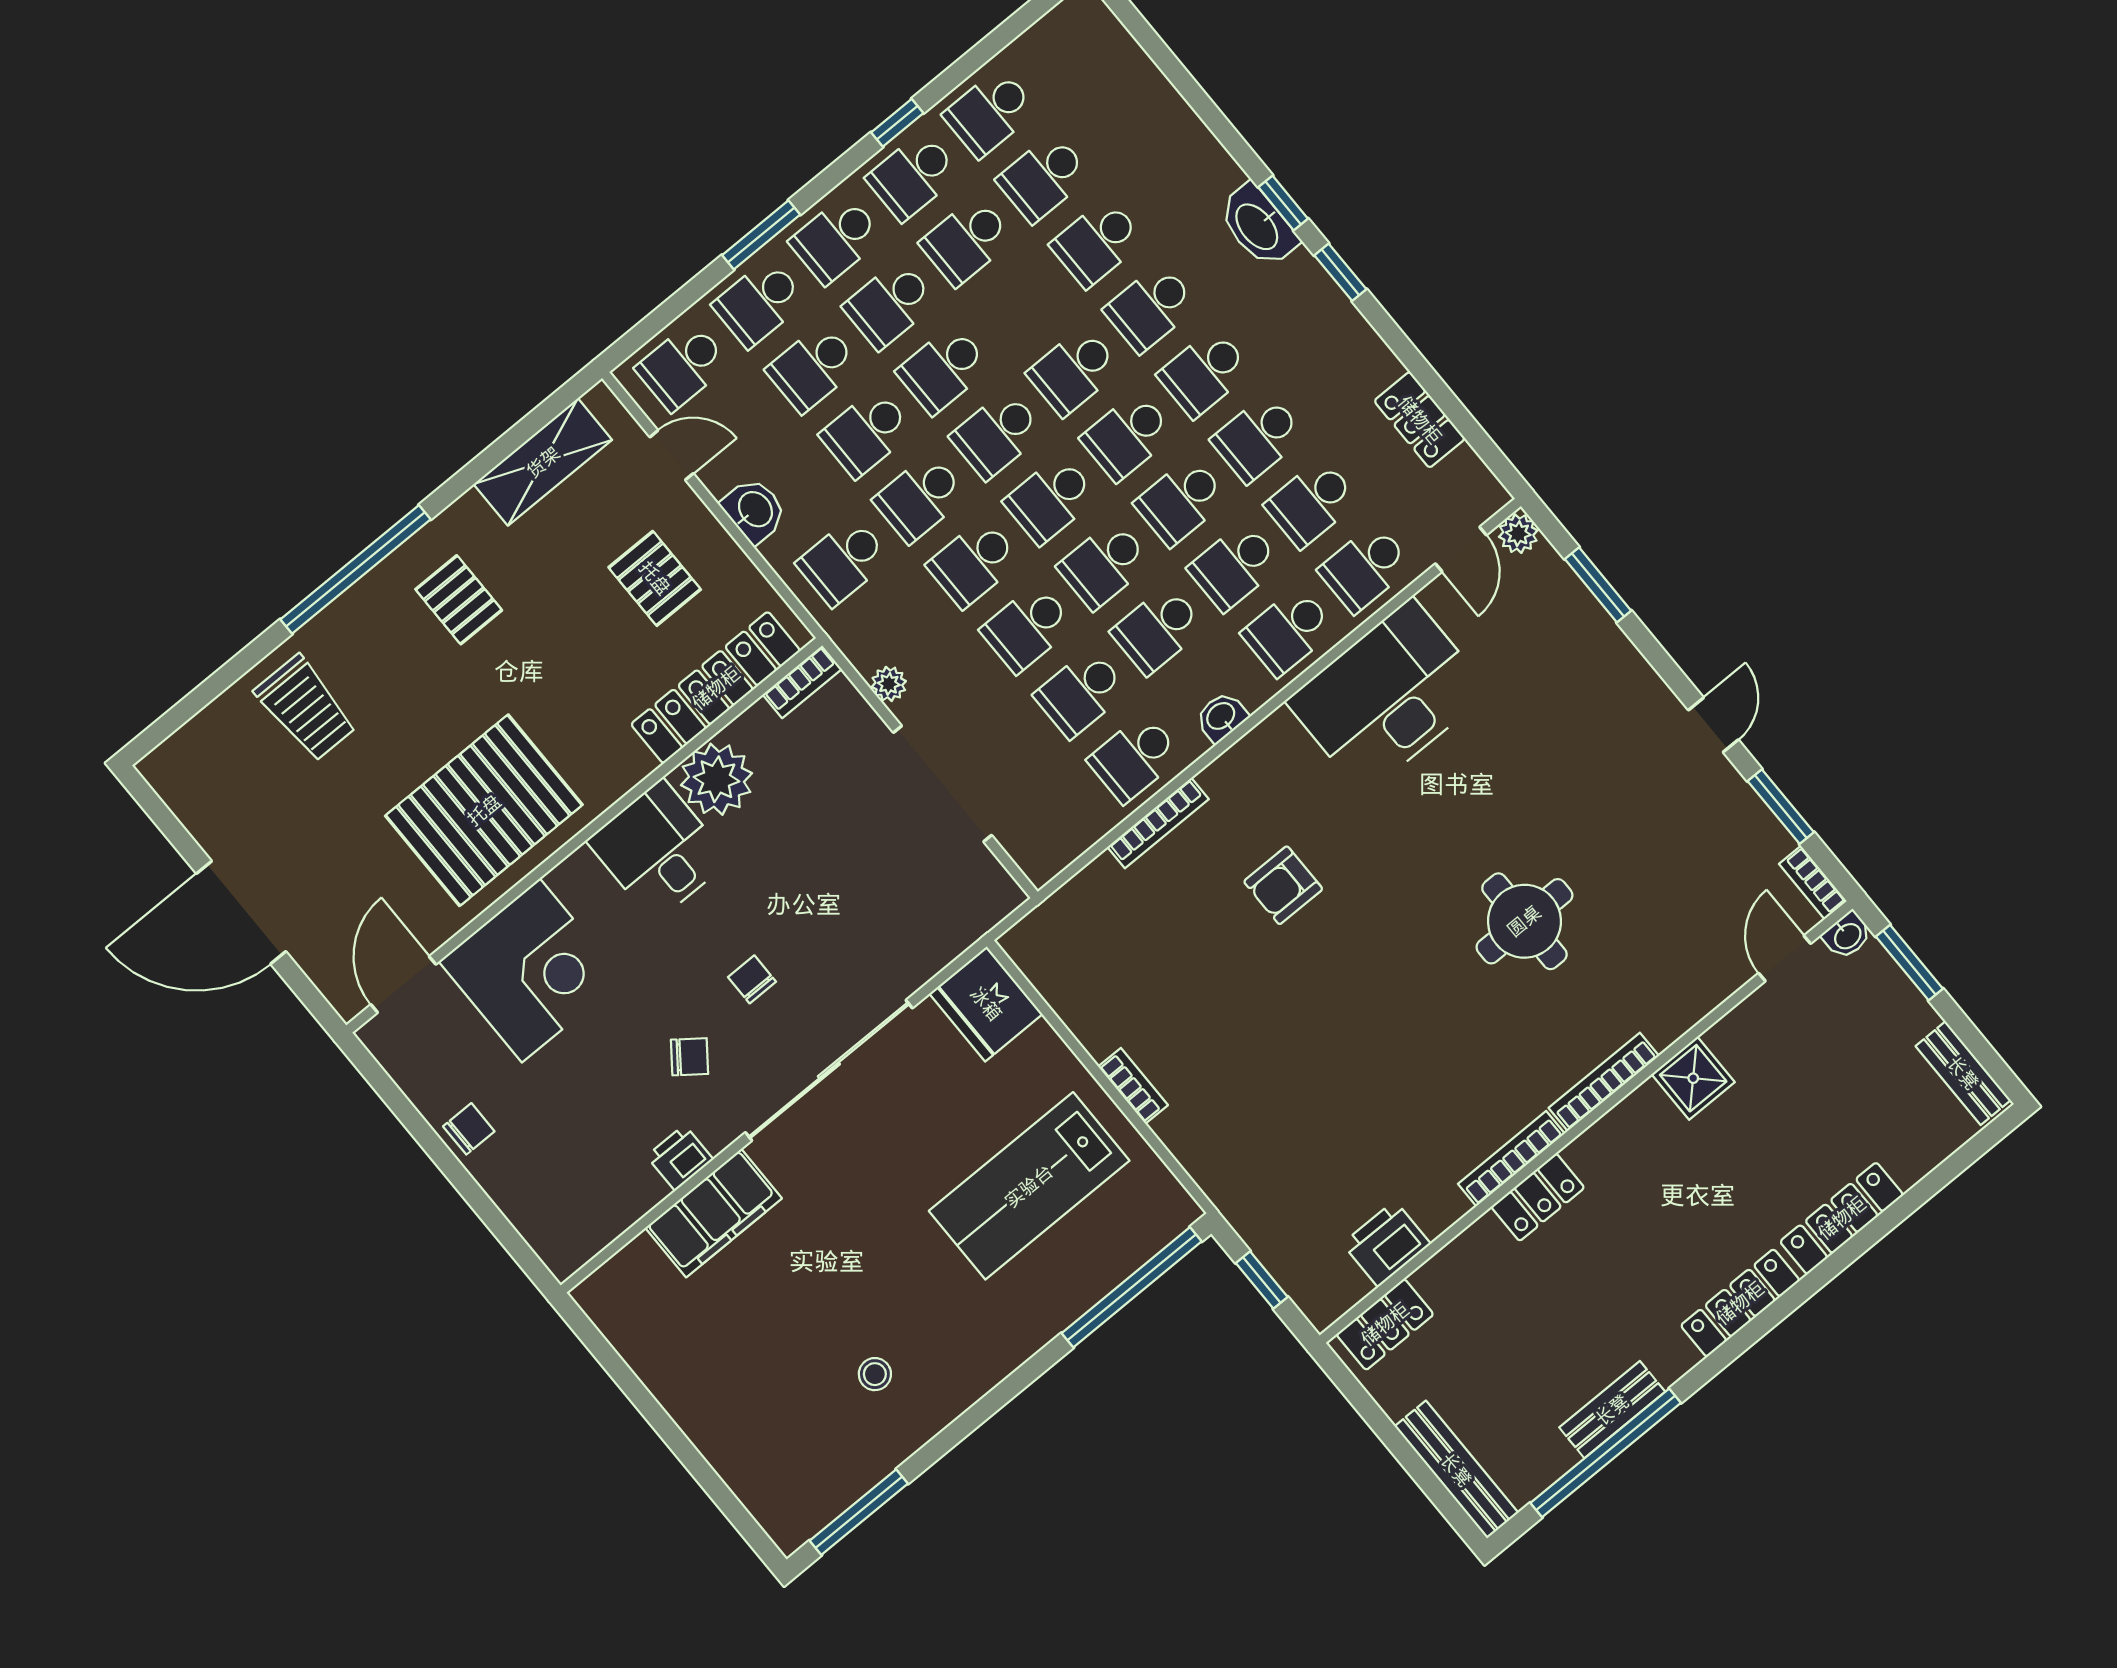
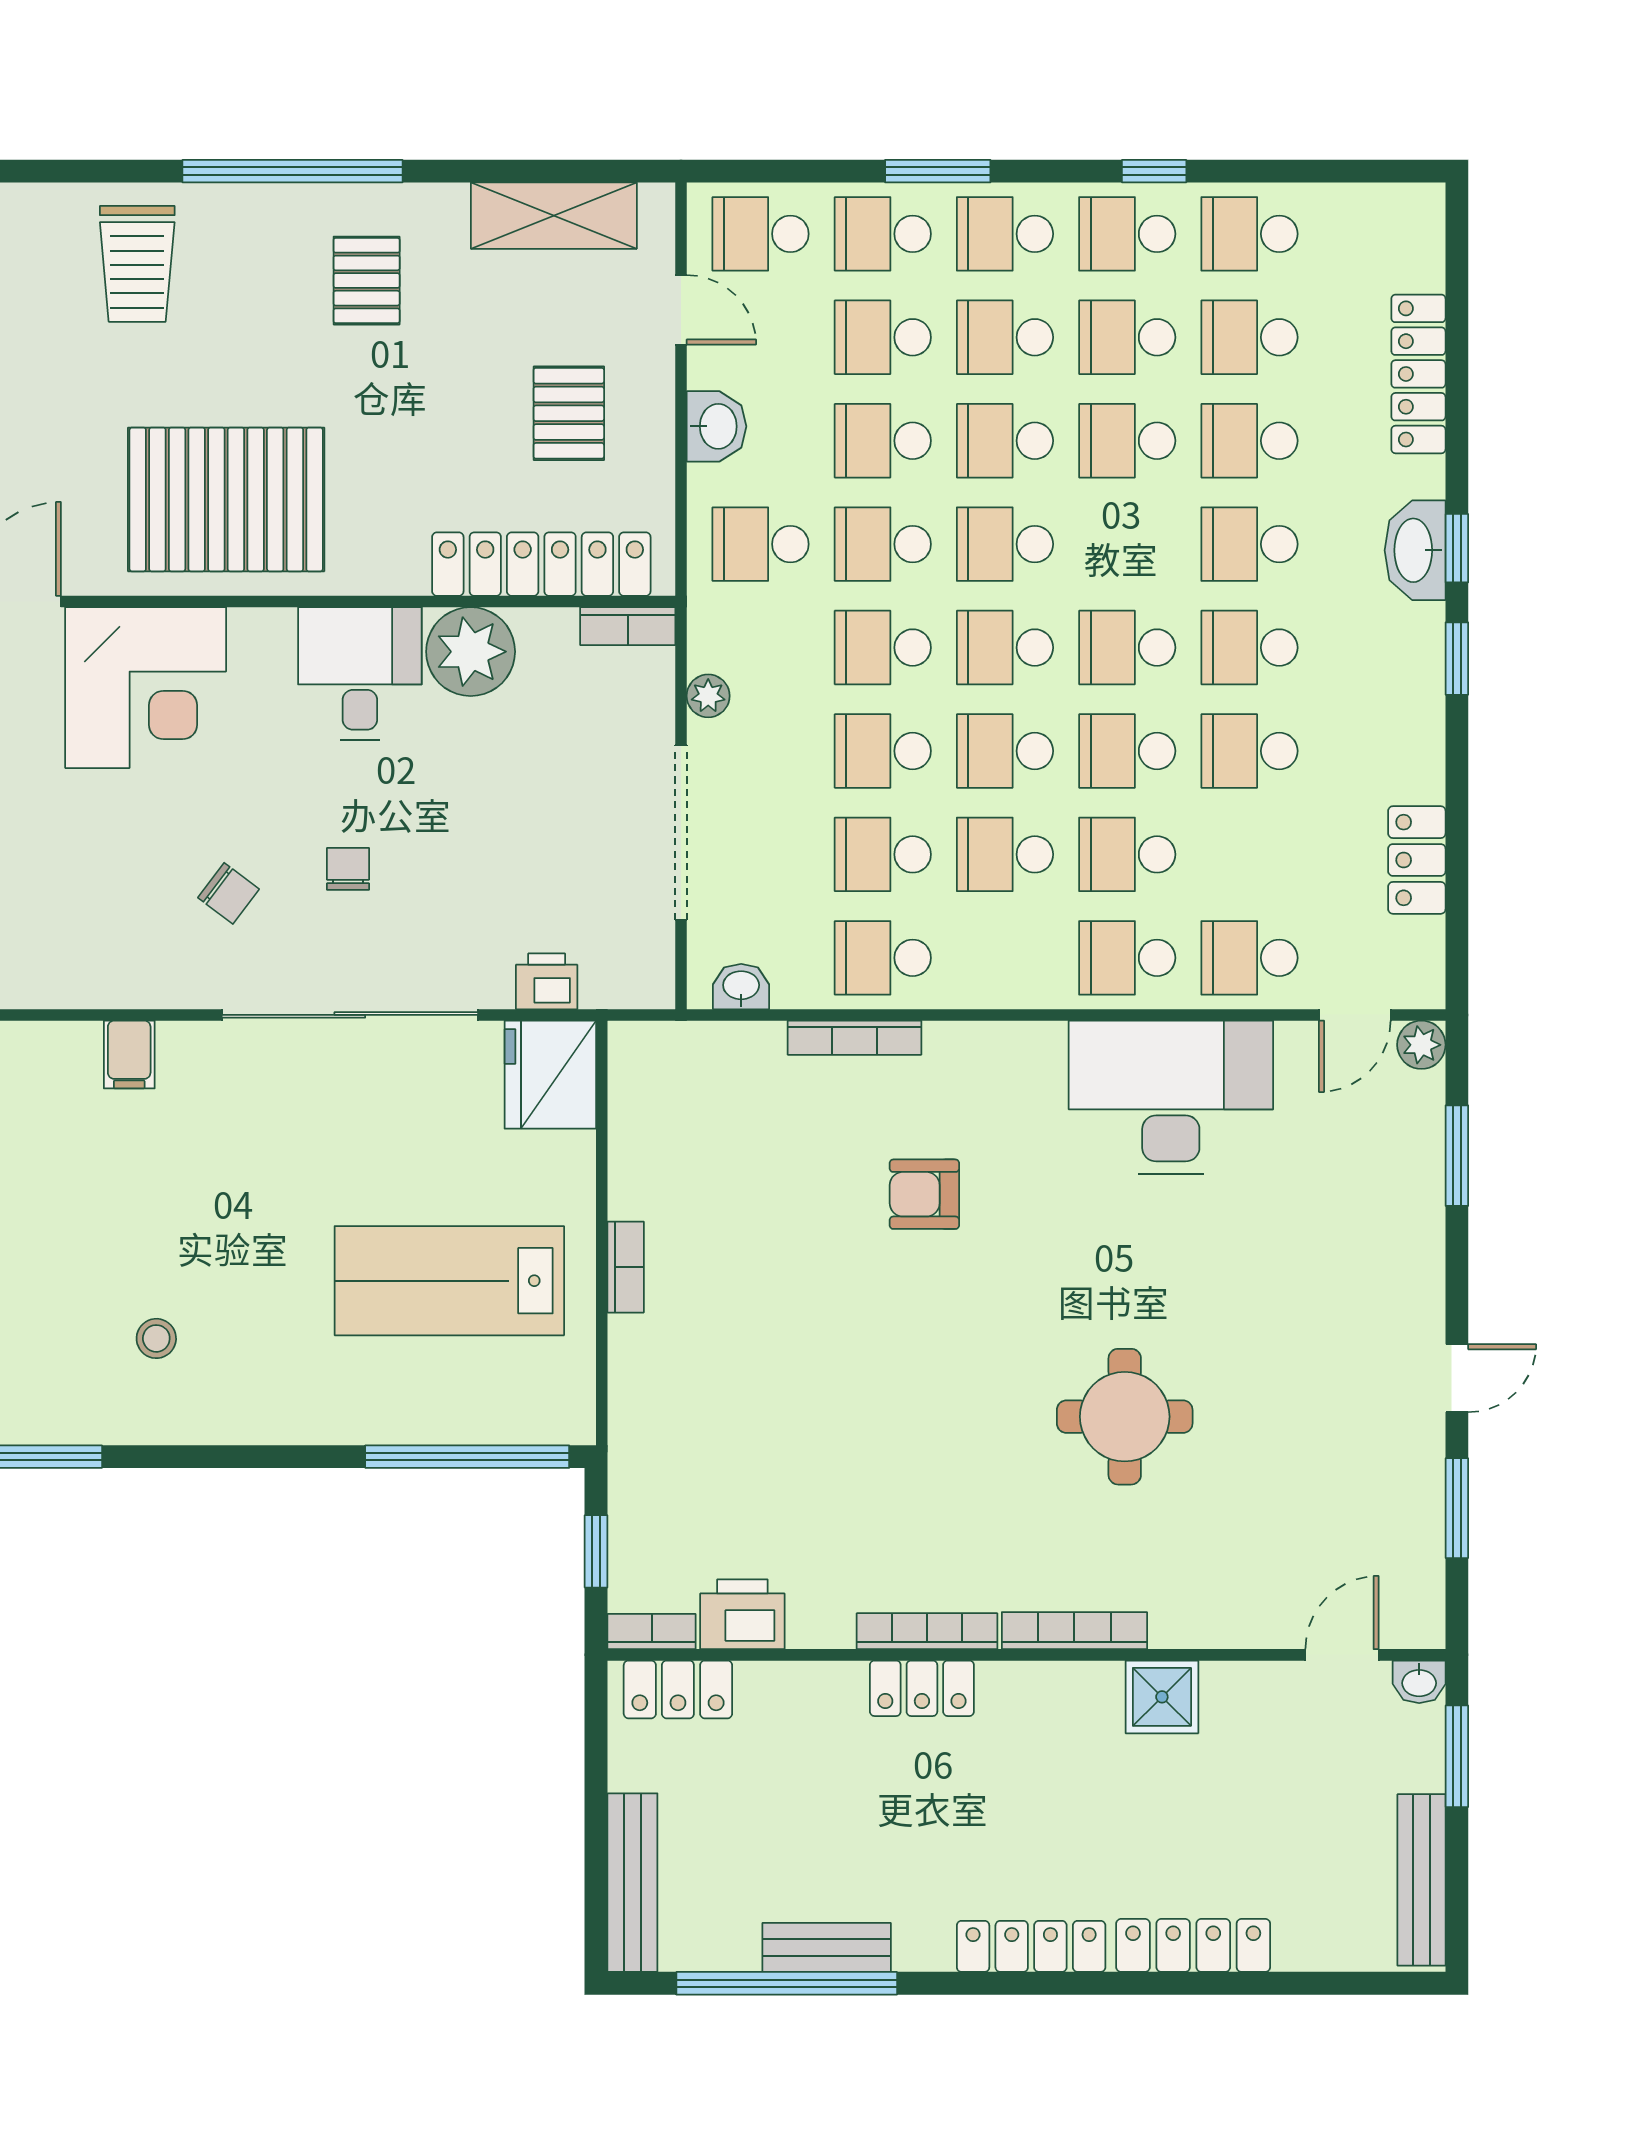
locker: (1169, 113) -> (1418, 374), added
school desk: (1074, 371) -> (1127, 441), moved
school desk: (1311, 503) -> (1249, 854), removed
washbasin: (1221, 717) -> (741, 987), moved
bookcase: (1813, 883) -> (652, 1632), moved, turned 90
bench: (1963, 1073) -> (1422, 1880), width x1.36
printer: (680, 1158) -> (547, 981), moved
filing cabinet: (714, 1213) -> (129, 1054), width x0.33, depth x0.86

